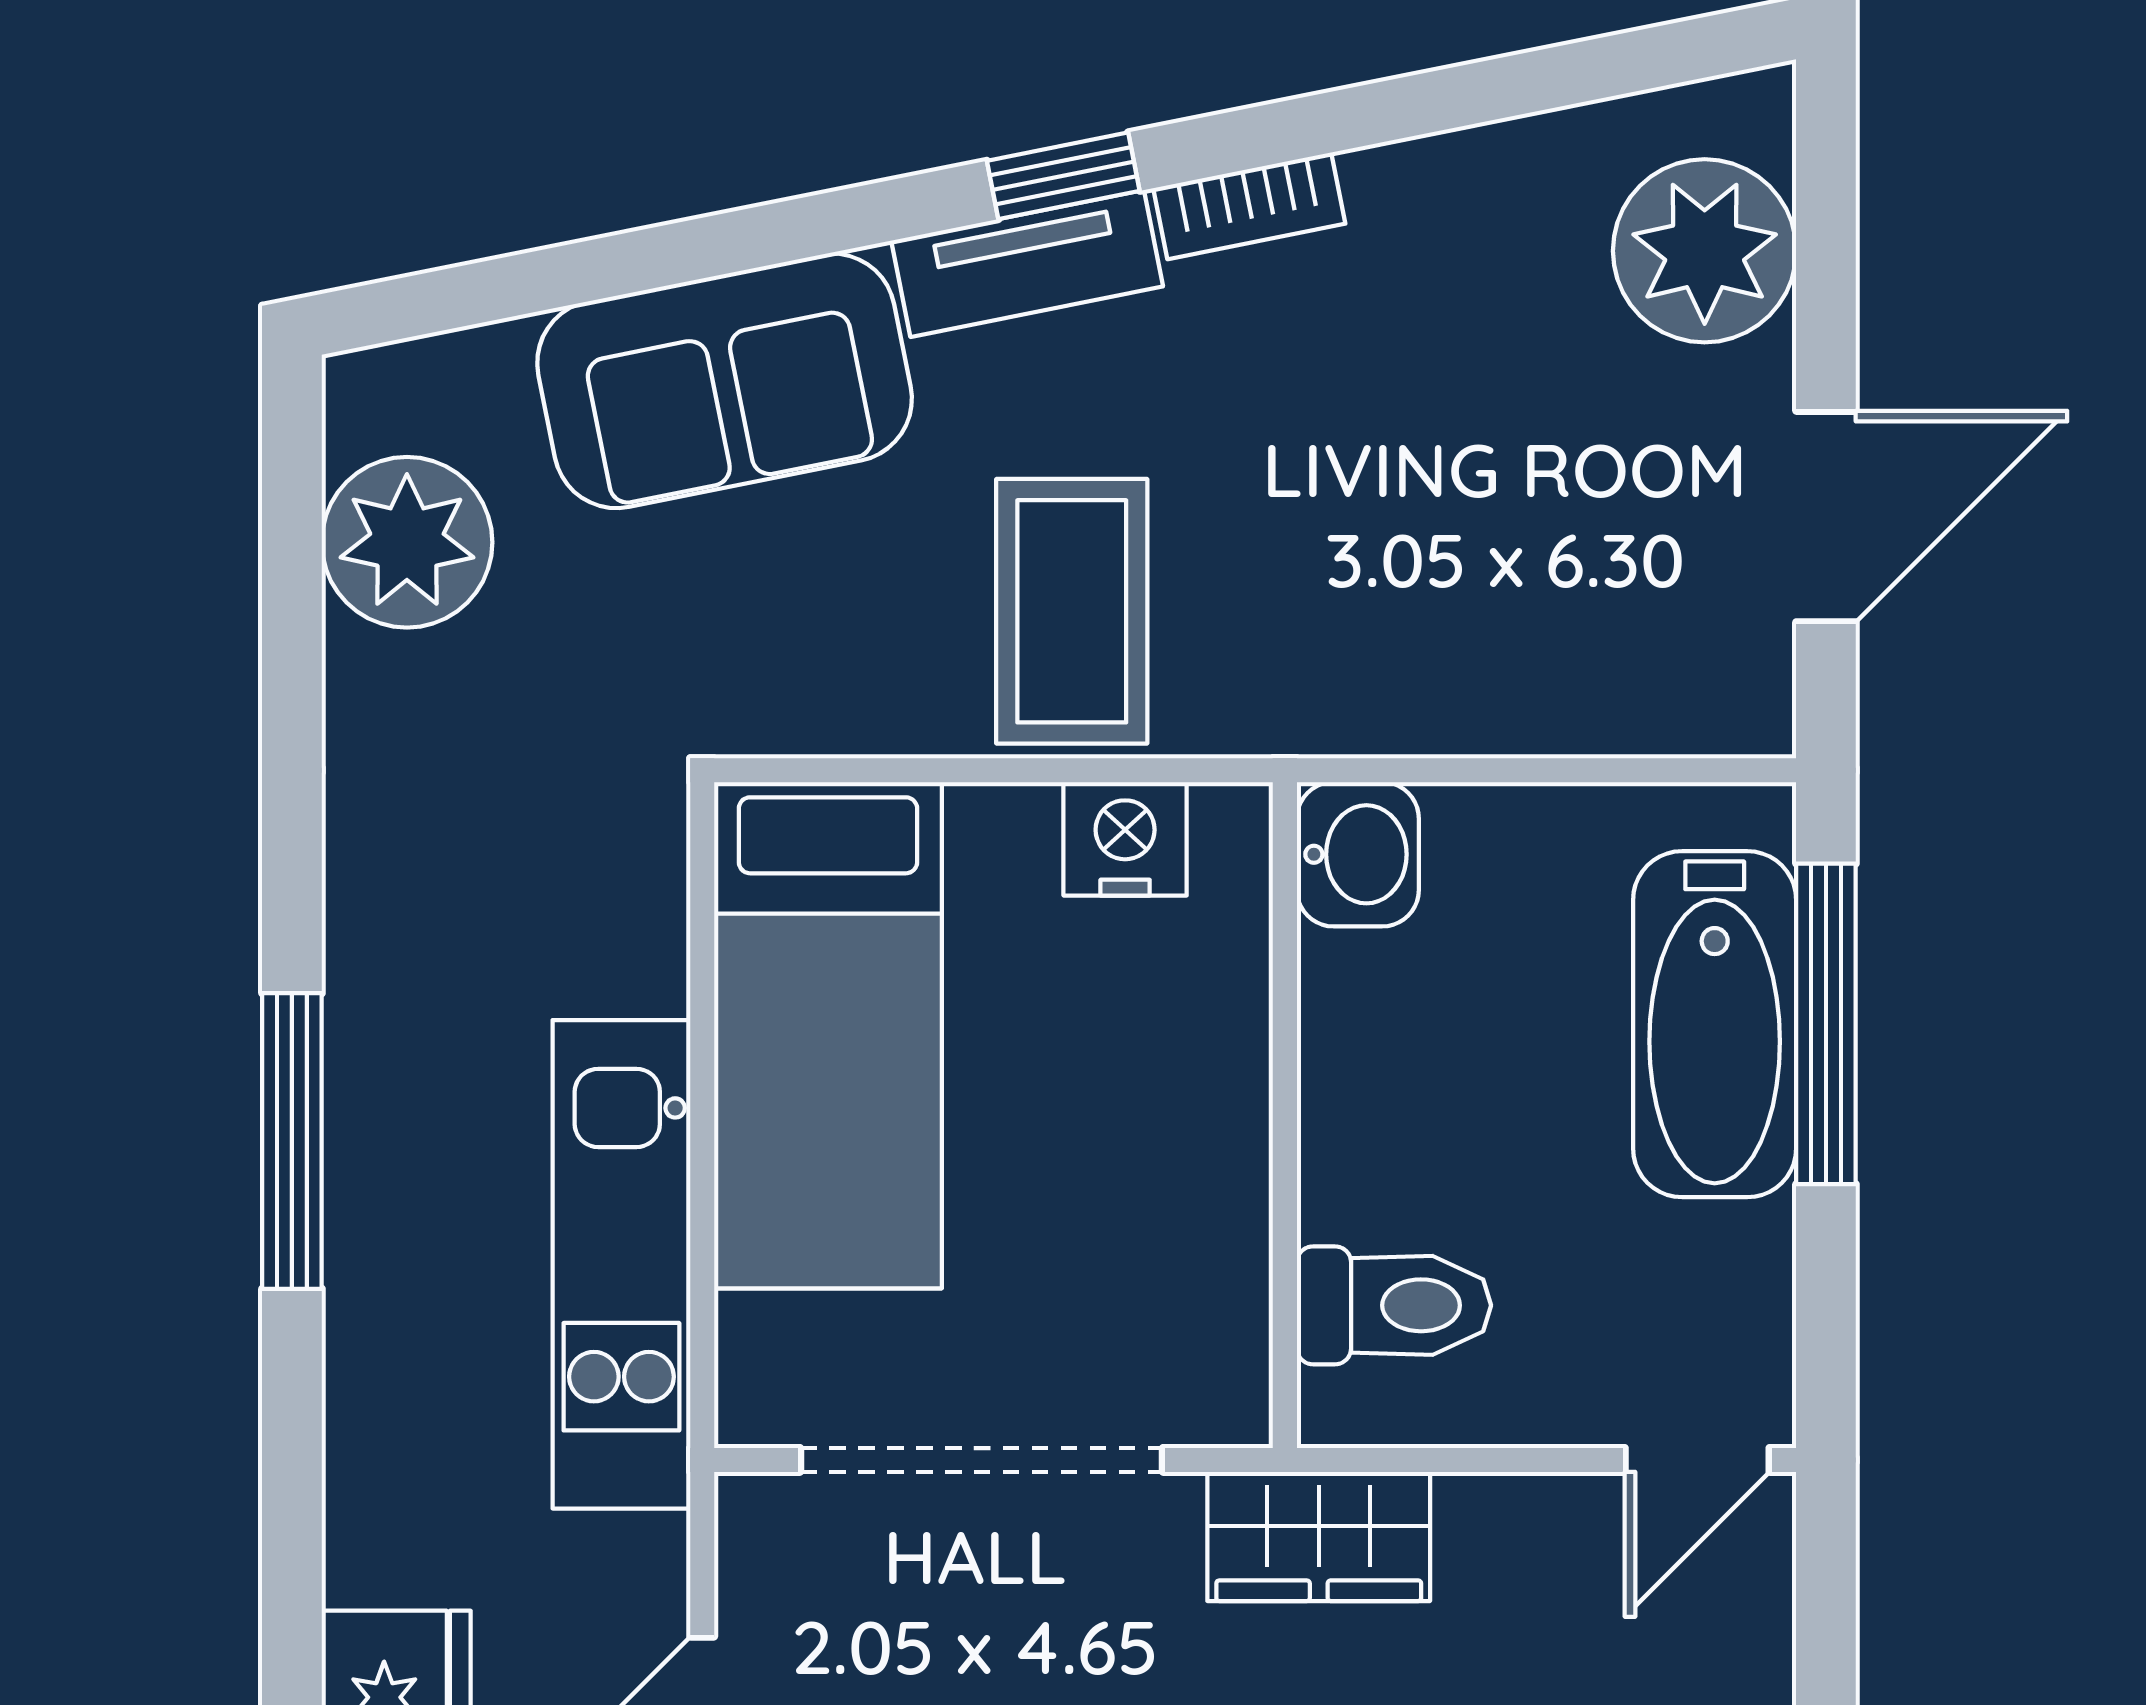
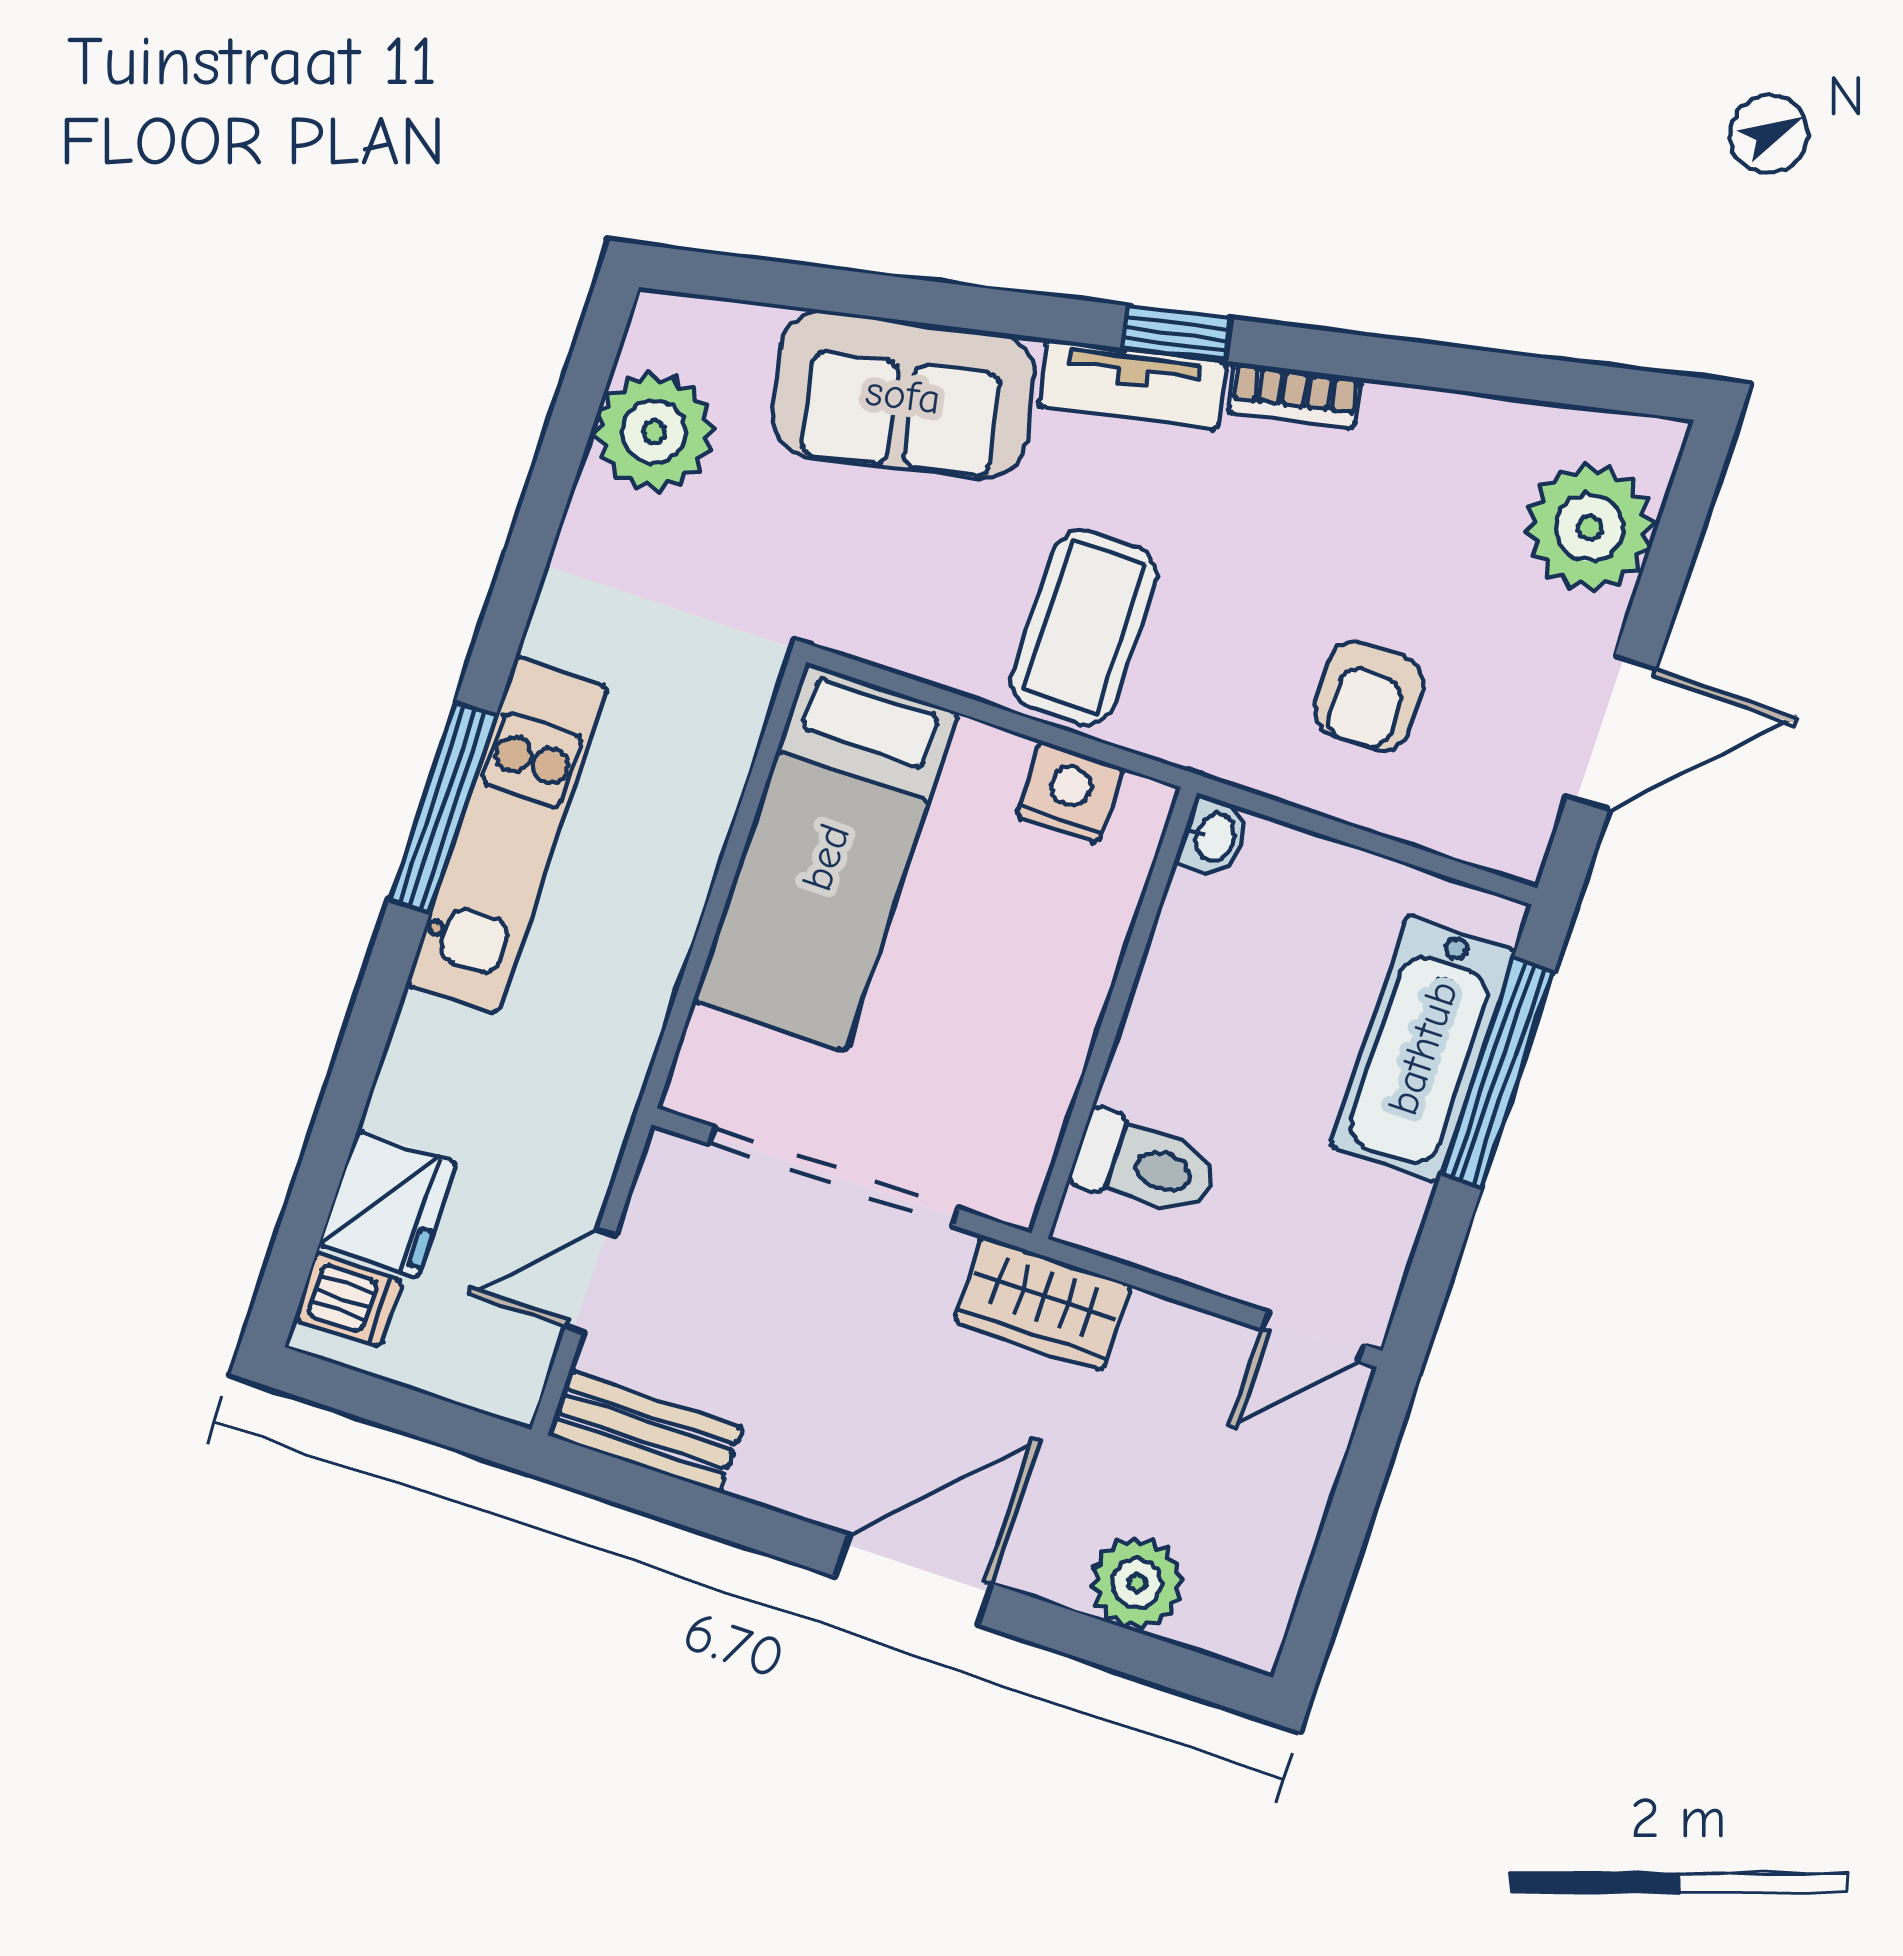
armchair: (1483, 577) -> (1368, 697), added
washbasin: (1358, 854) -> (1214, 837), width x0.72, depth x0.69
kitchen unit: (621, 1264) -> (507, 835), moved, turned 180

